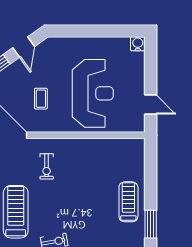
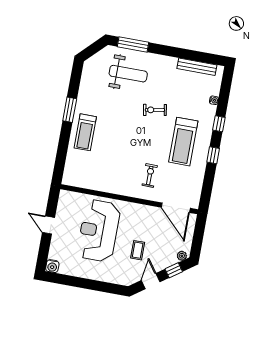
coffee table: (41, 99) -> (138, 250), moved
door: (151, 105) -> (49, 225), moved

